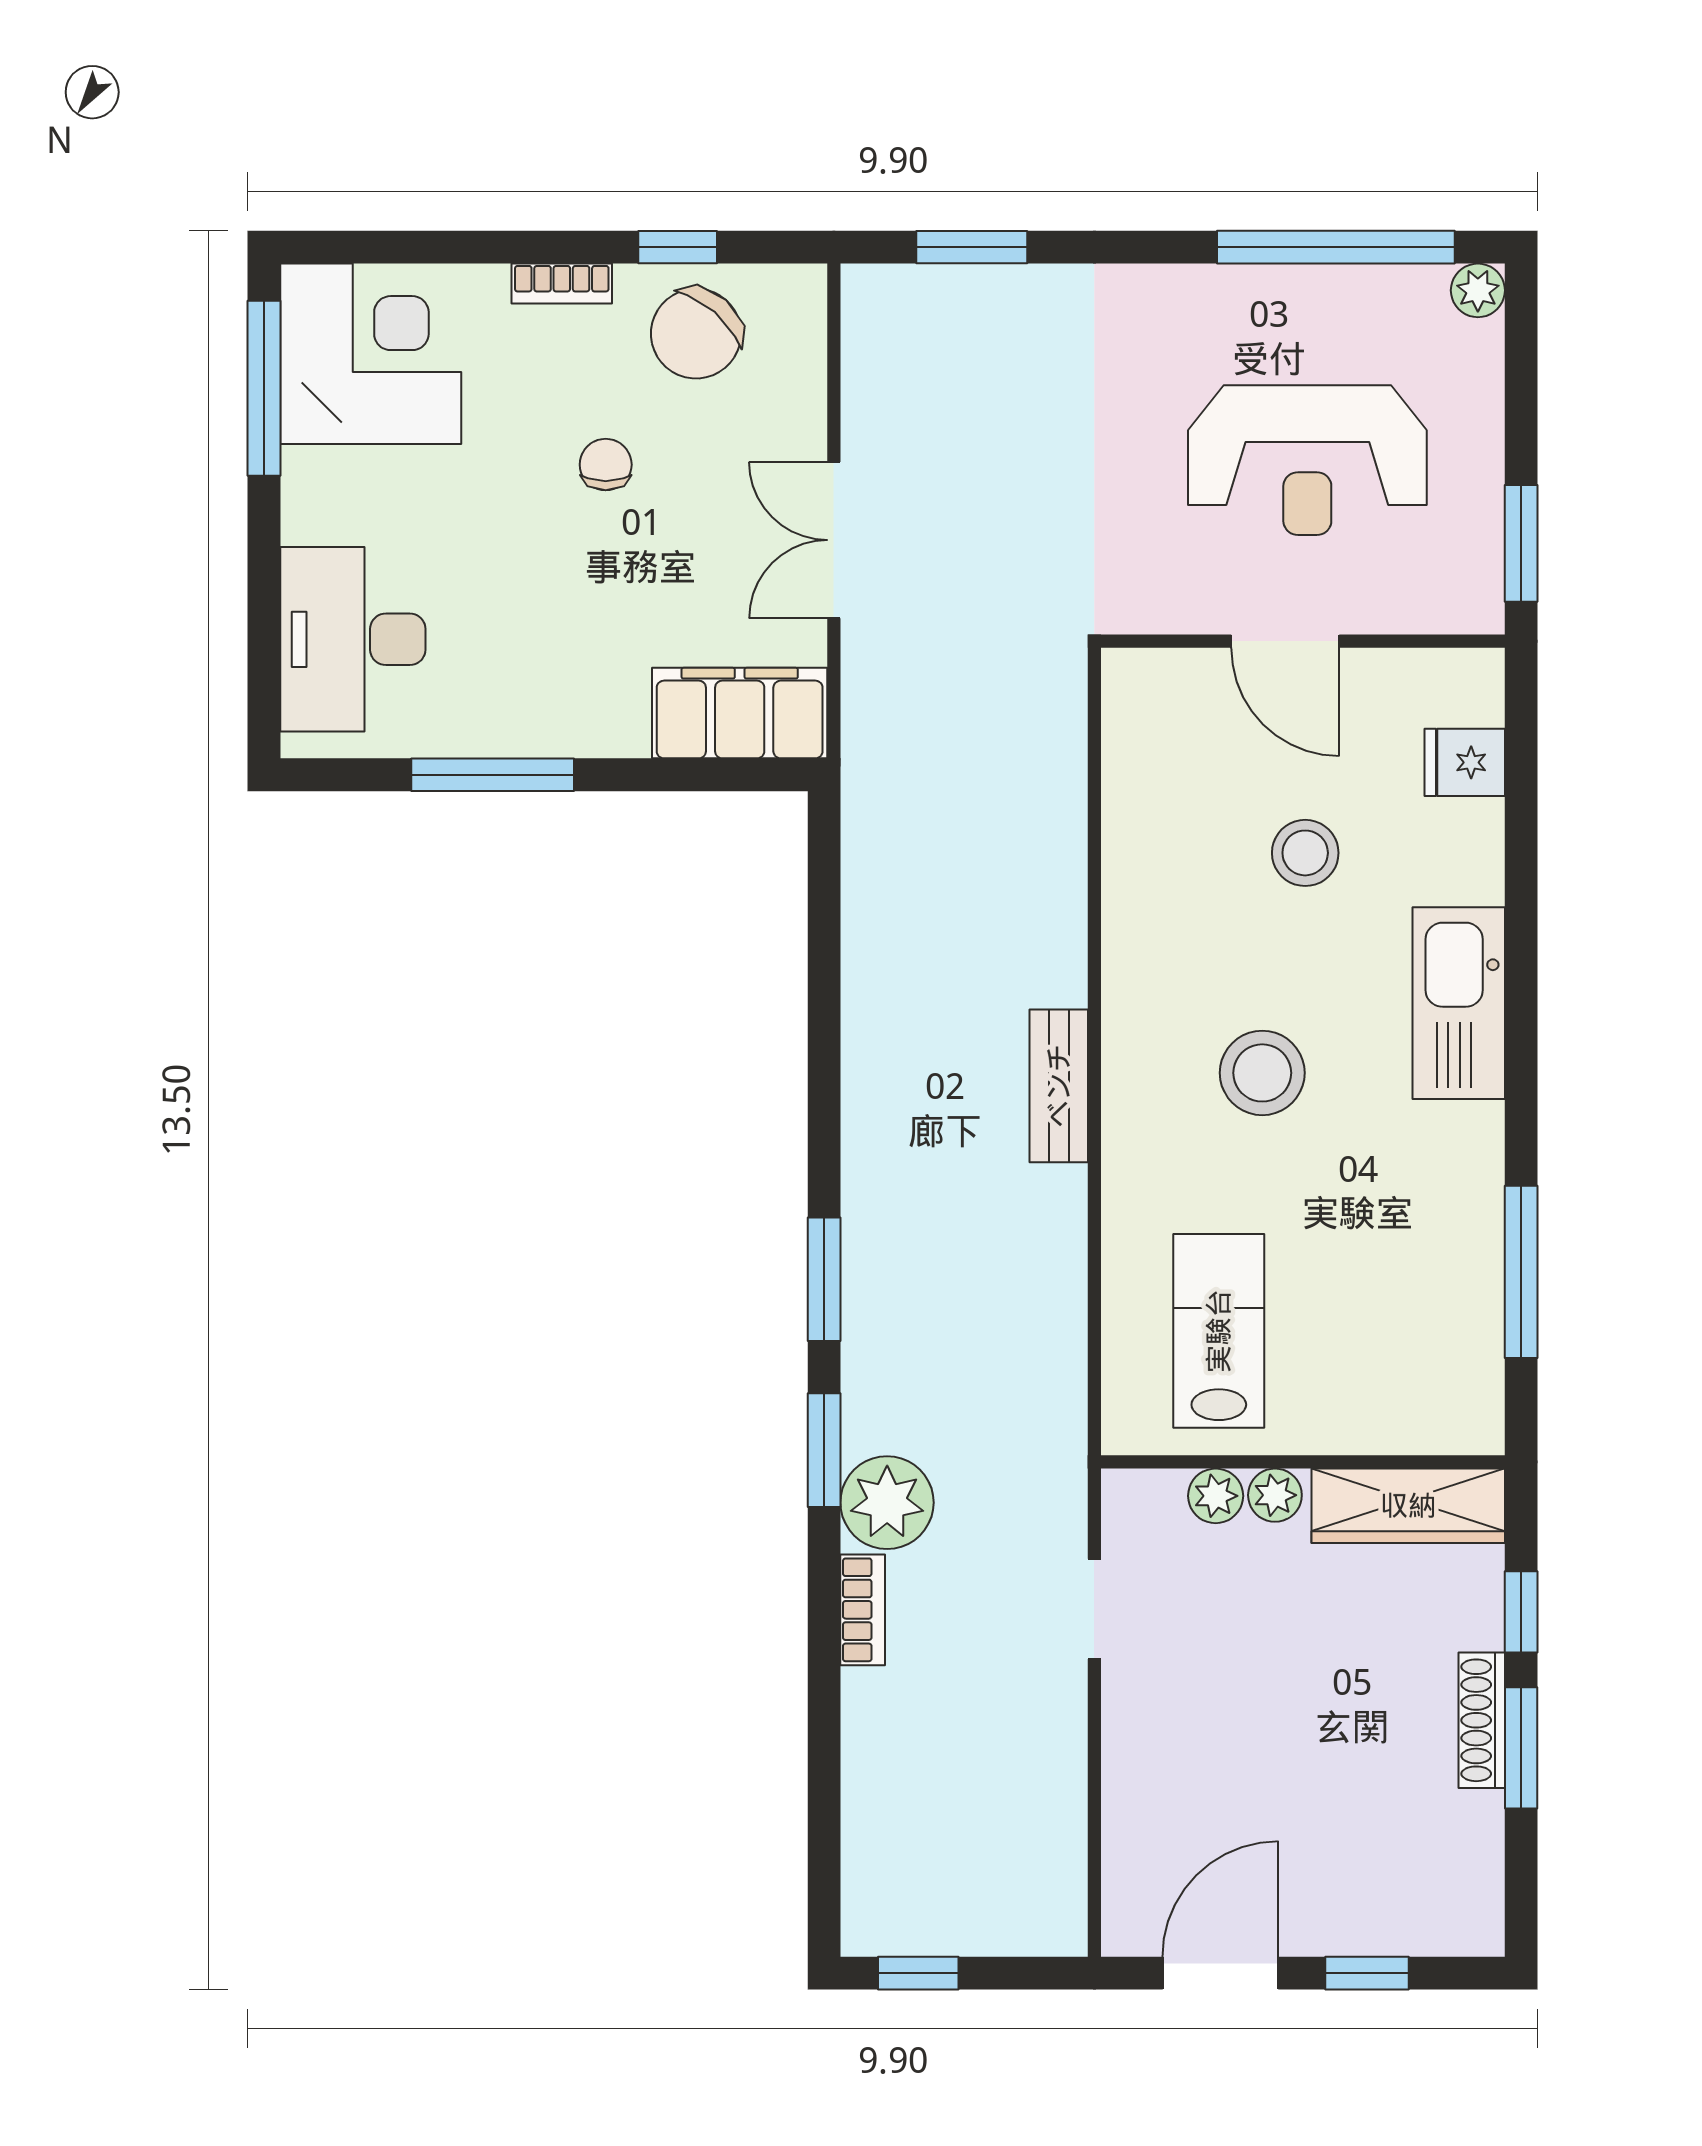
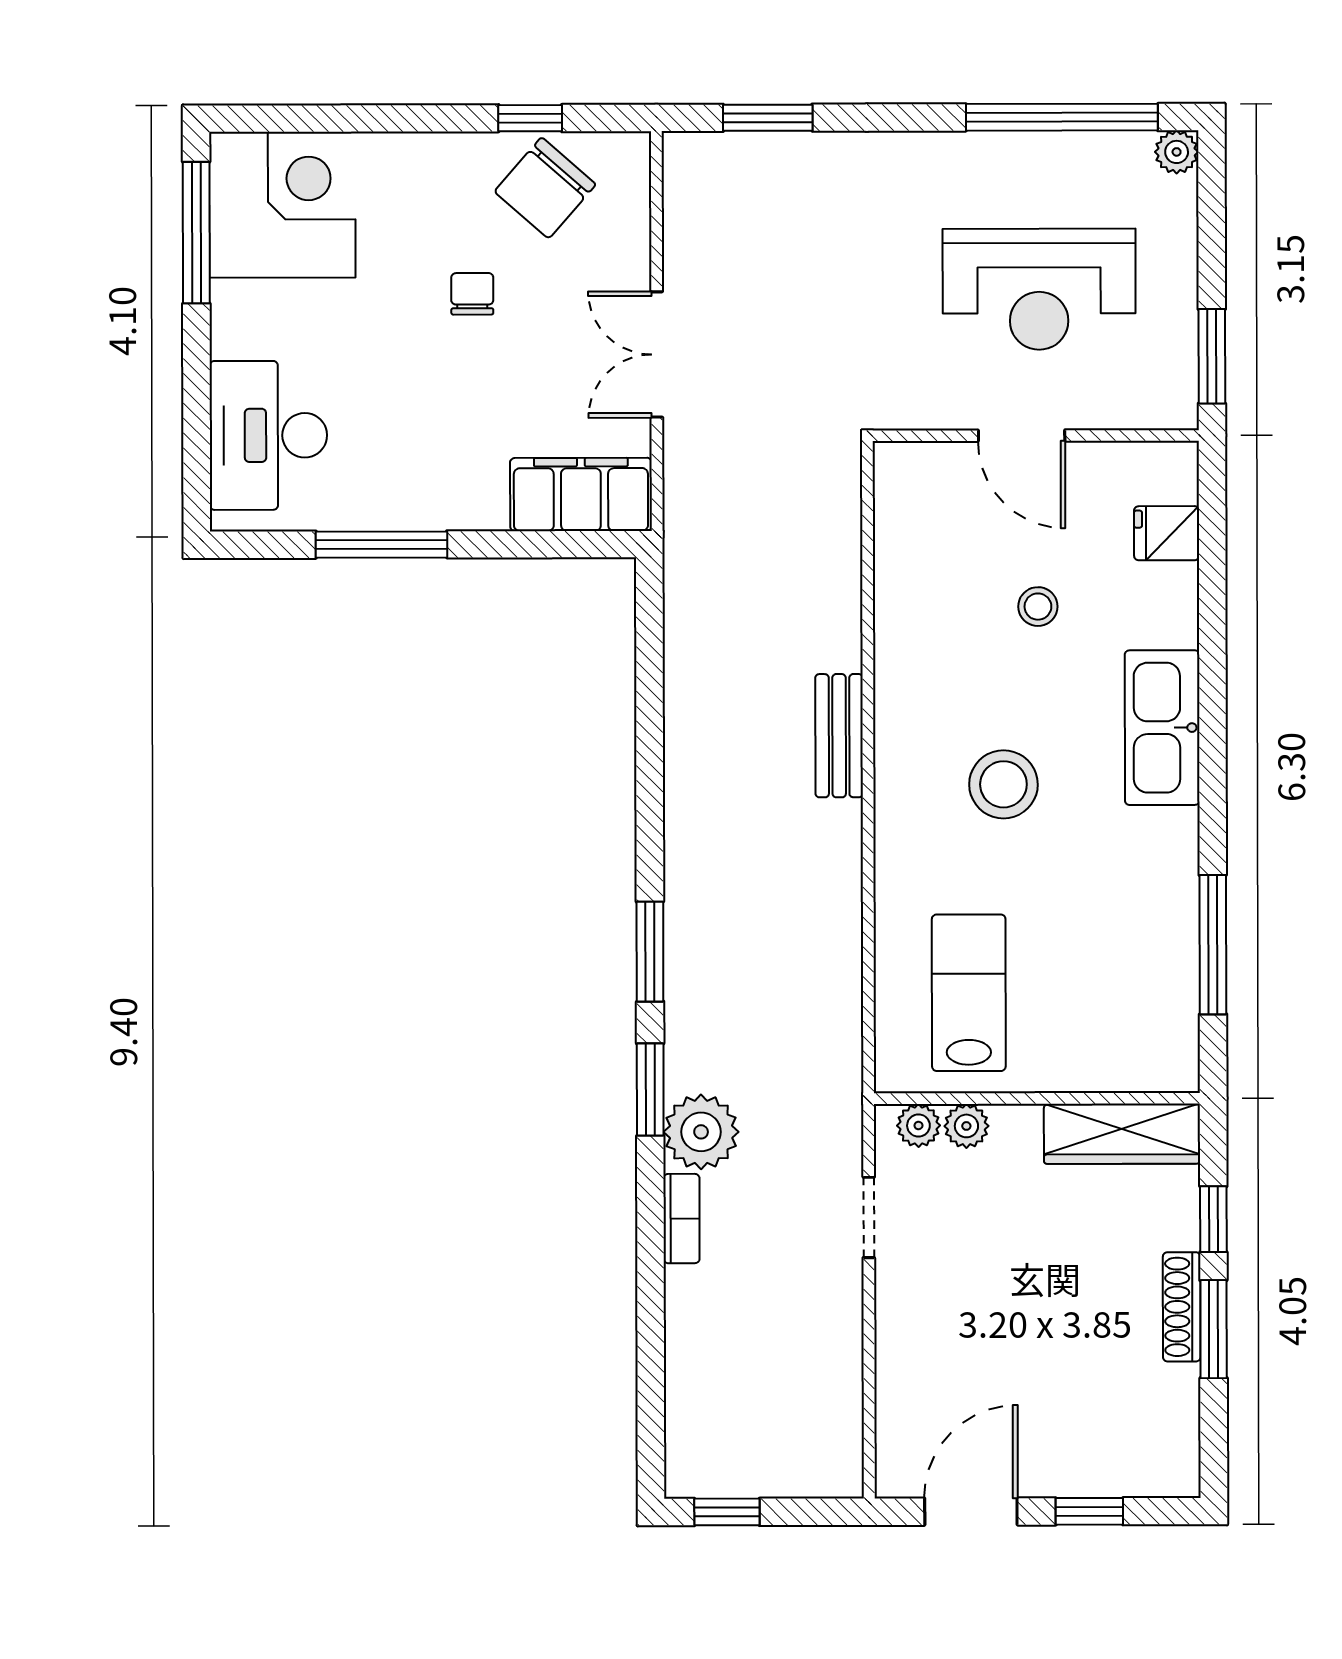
bookcase: (562, 284) -> (437, 148), removed
stool: (1305, 853) -> (1038, 607), width x0.73, depth x0.73
bench: (1059, 1086) -> (839, 736), moved
plant: (1275, 1495) -> (918, 1125), moved

